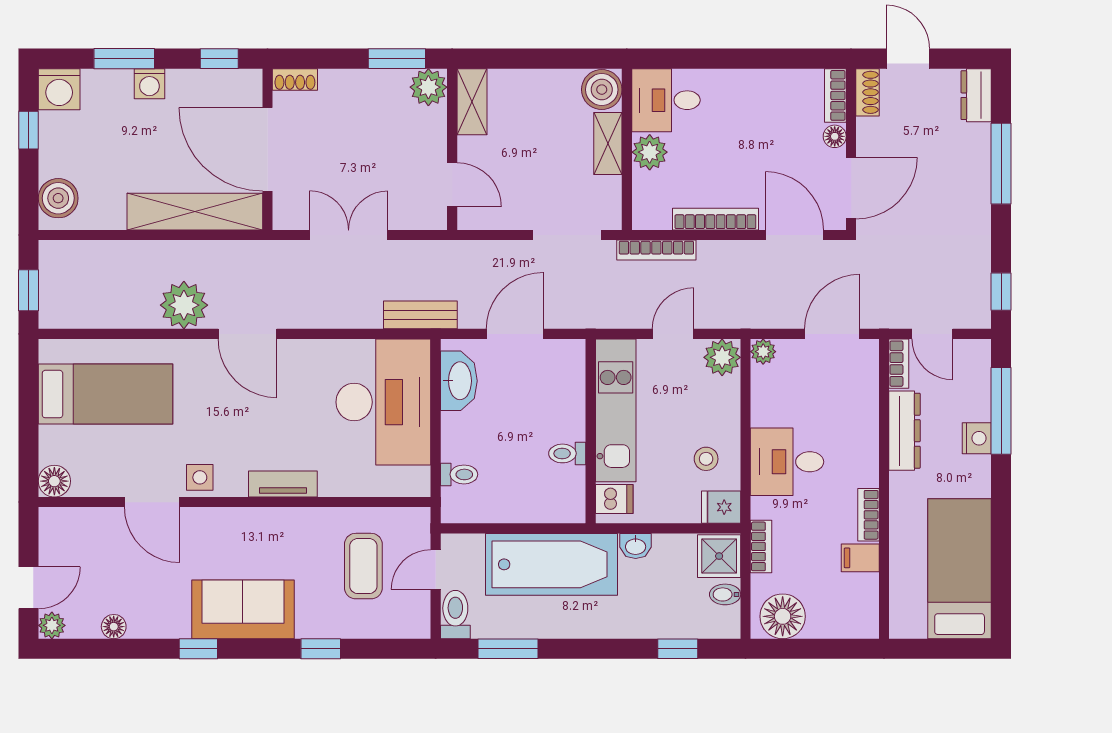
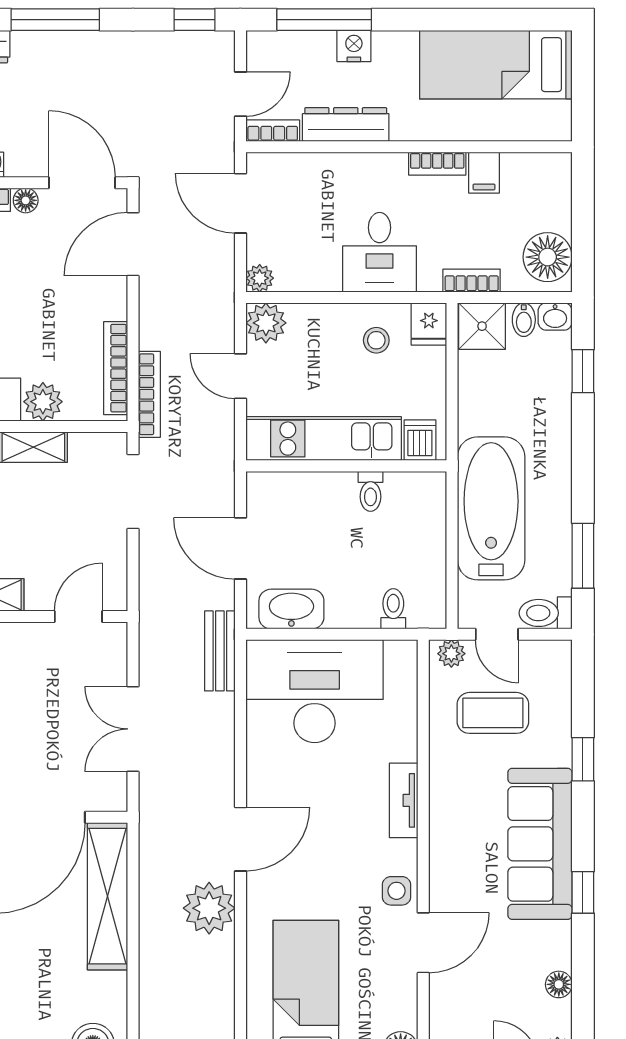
bookcase: (715, 219) -> (116, 368), moved
plant: (418, 528) -> (451, 654), added
washbasin: (636, 546) -> (555, 316), moved, turned 90
sofa: (243, 609) -> (540, 844), width x1.36

